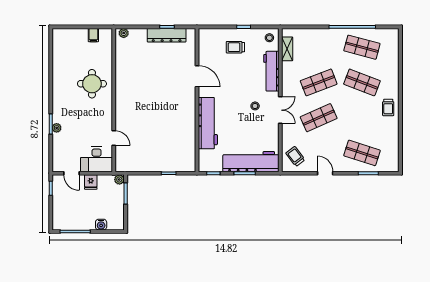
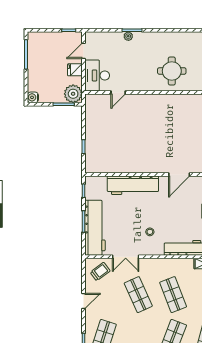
double door: (280, 110) -> (126, 257), moved
plant: (119, 180) -> (73, 94), width x1.87, depth x1.87
water cooler: (101, 225) -> (33, 97), moved

